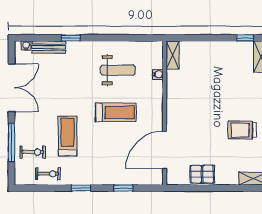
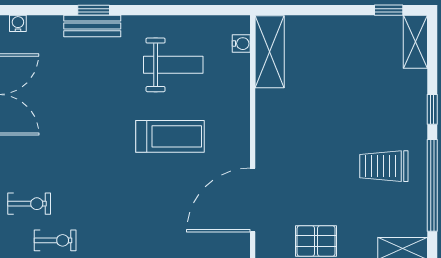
bench: (49, 47) -> (92, 26), moved
shelving: (173, 55) -> (270, 52), width x1.50, depth x1.33
water cooler: (158, 74) -> (241, 44), moved
treadmill: (68, 136) -> (88, 176), removed

